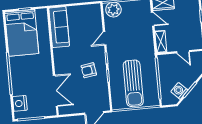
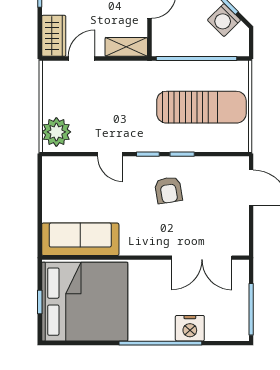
bed: (22, 33) -> (85, 302), width x1.36
double door: (55, 91) -> (202, 258), swing flipped
nightstand: (20, 103) -> (190, 328), moved

